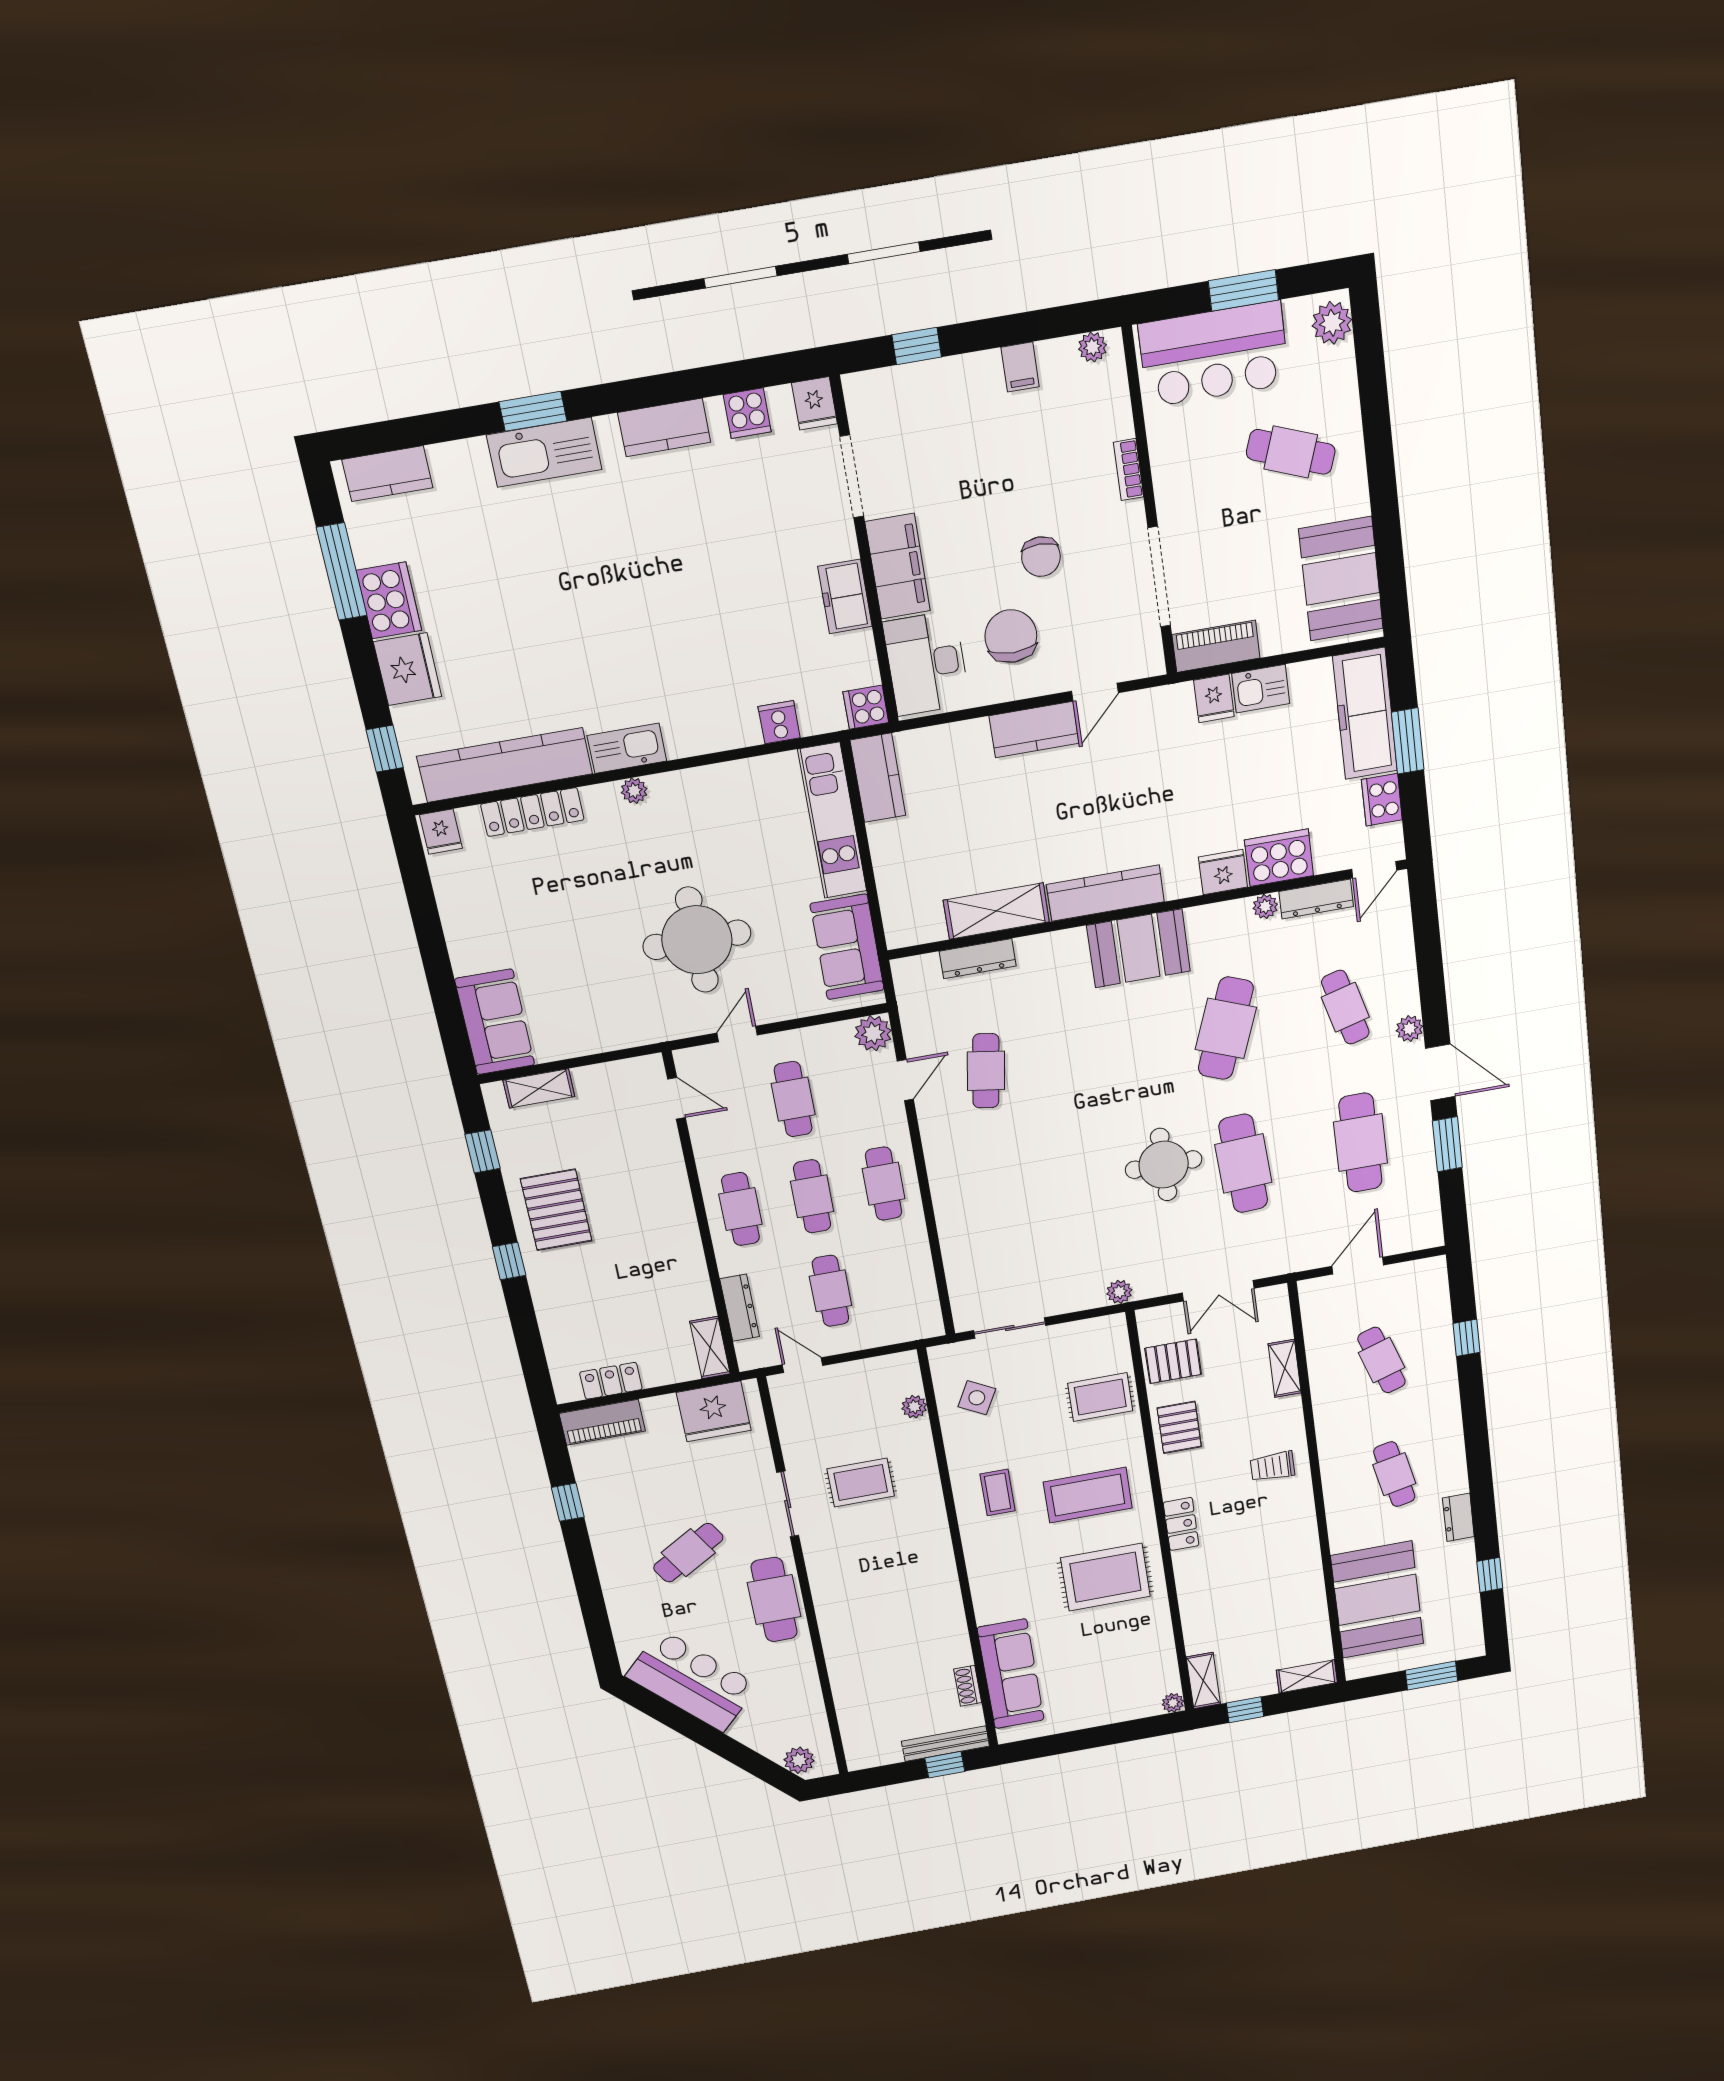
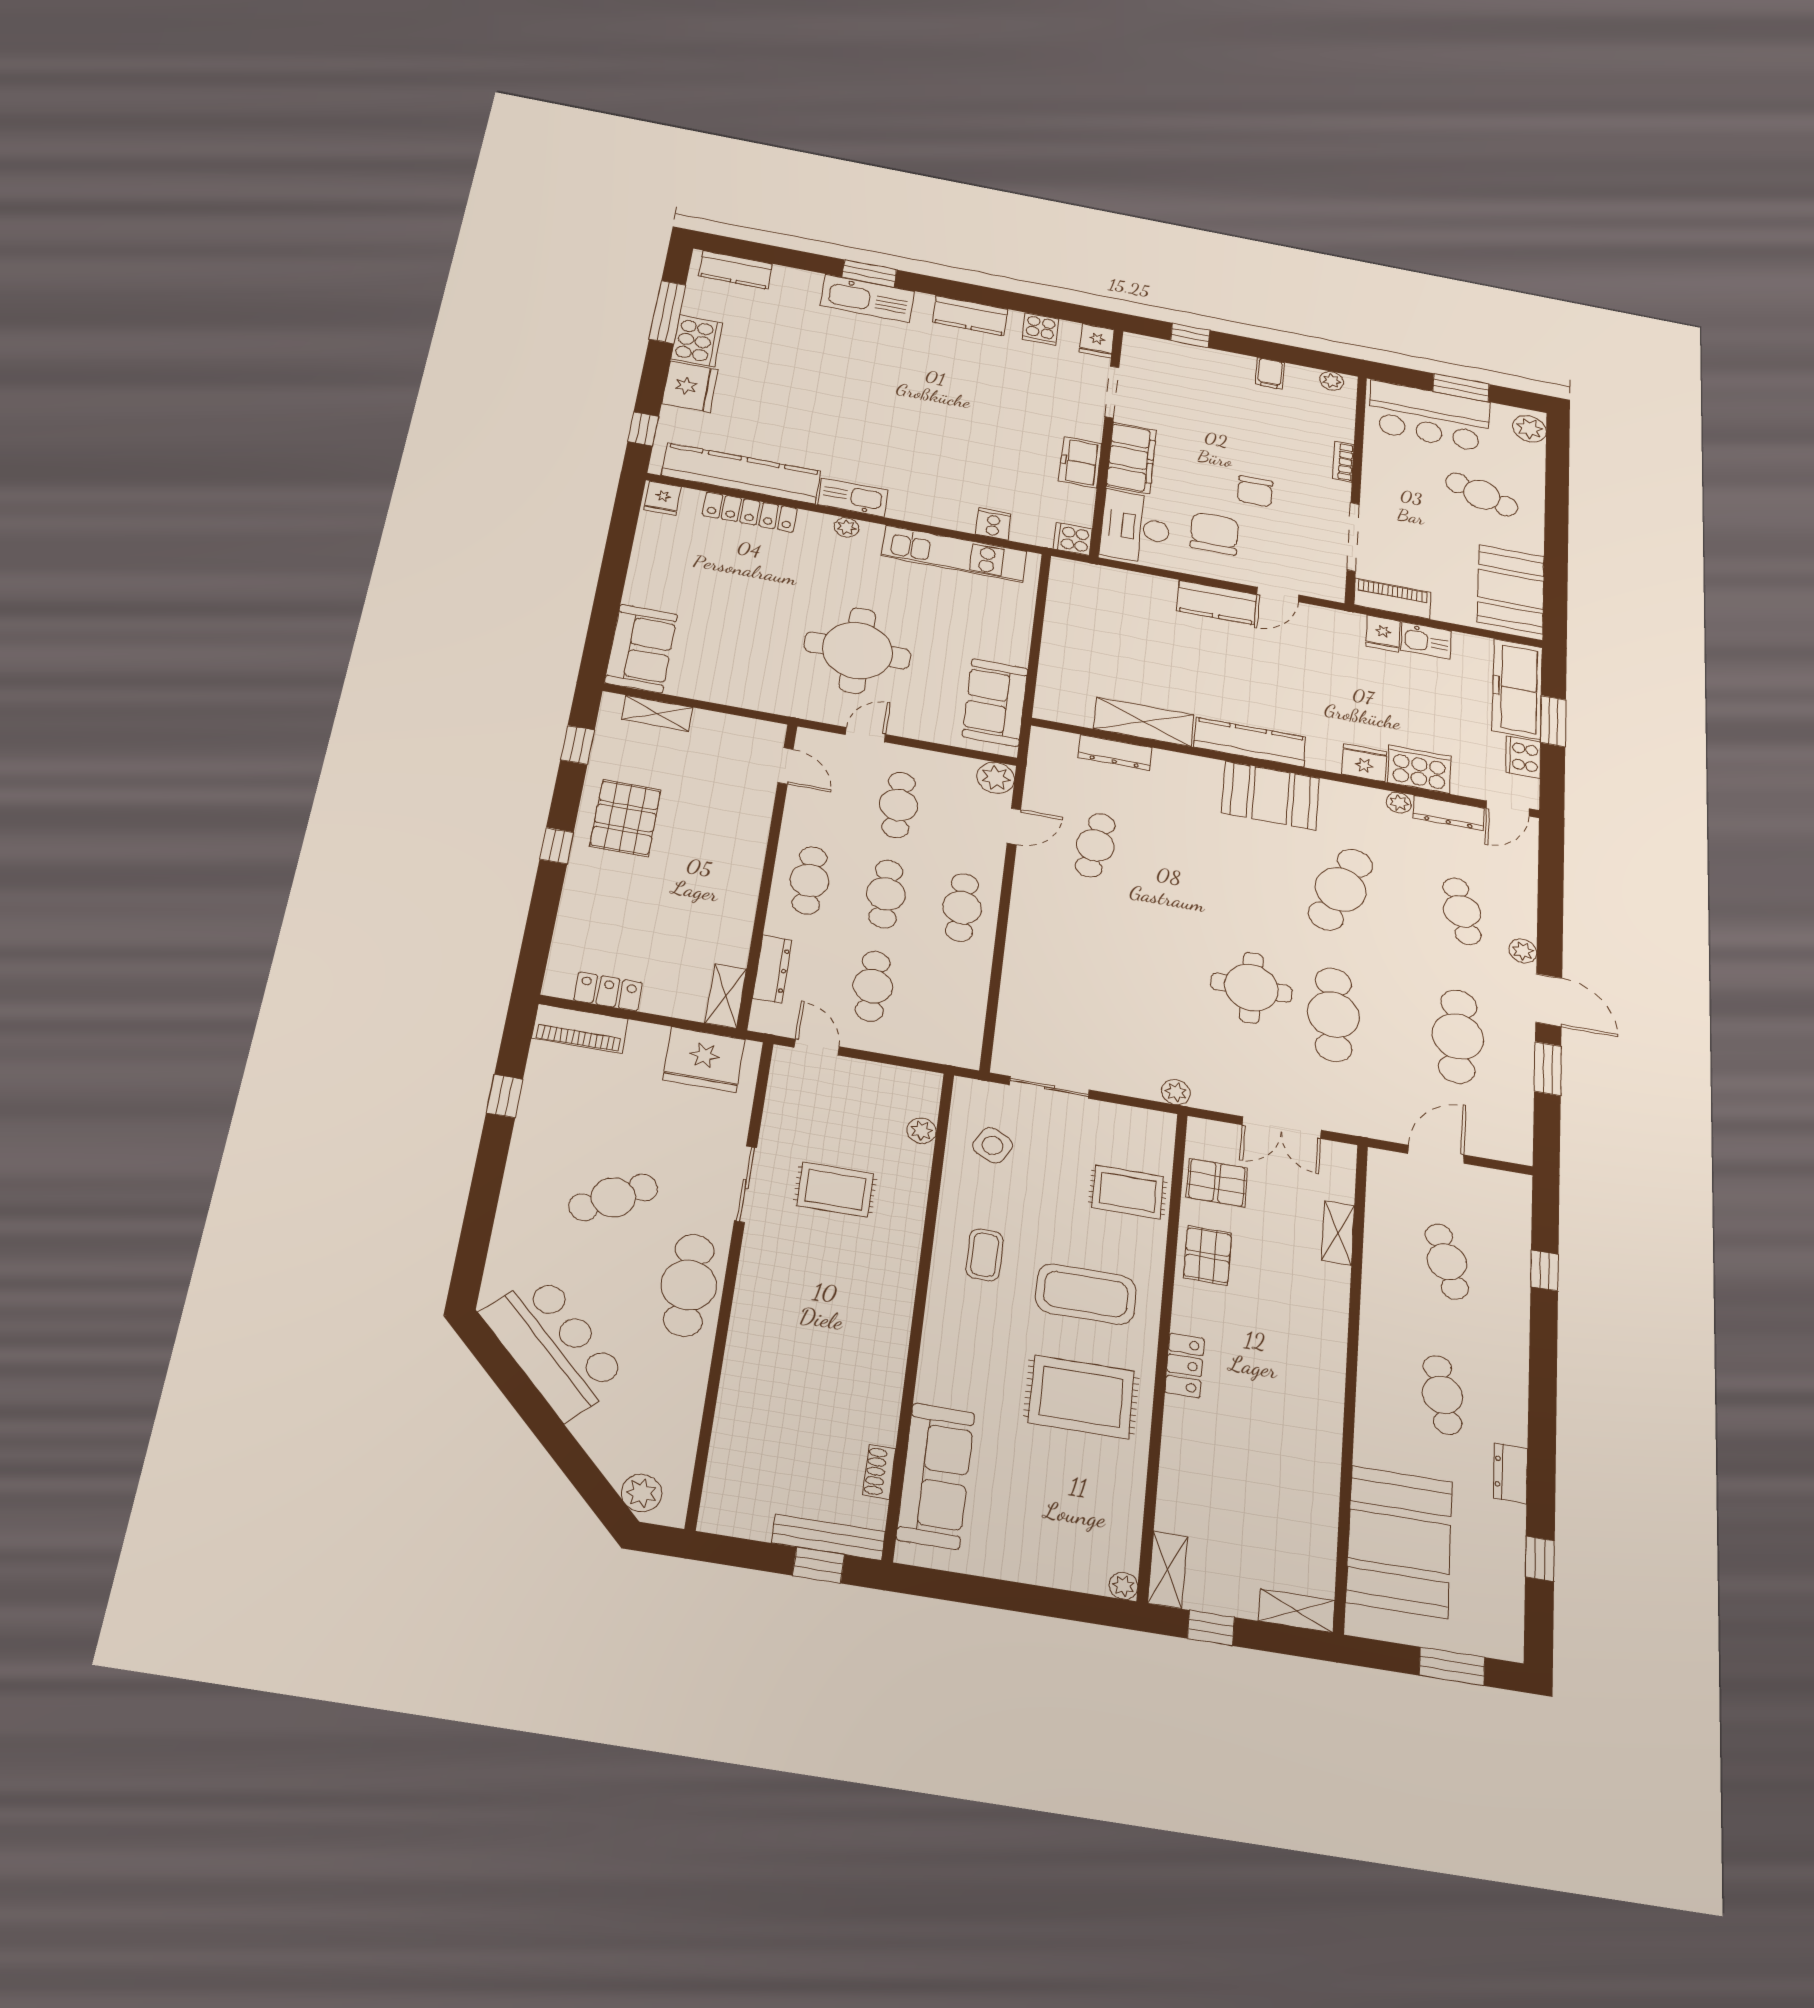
kitchen counter: (878, 778) -> (1067, 590), removed
kitchen unit: (832, 821) -> (954, 554), moved, turned -90
trolley: (1272, 1466) -> (1304, 1336), removed

